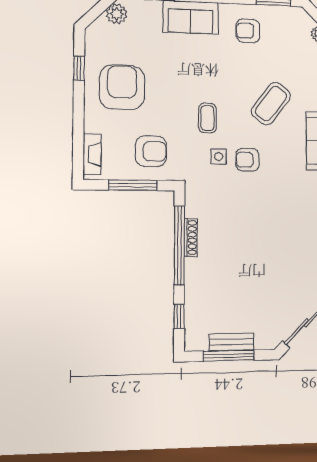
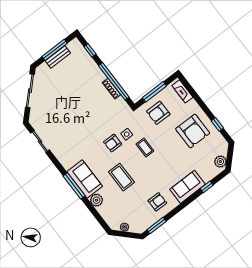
coffee table: (271, 104) -> (122, 177), turned -37
armchair: (247, 160) -> (113, 143), turned 180

